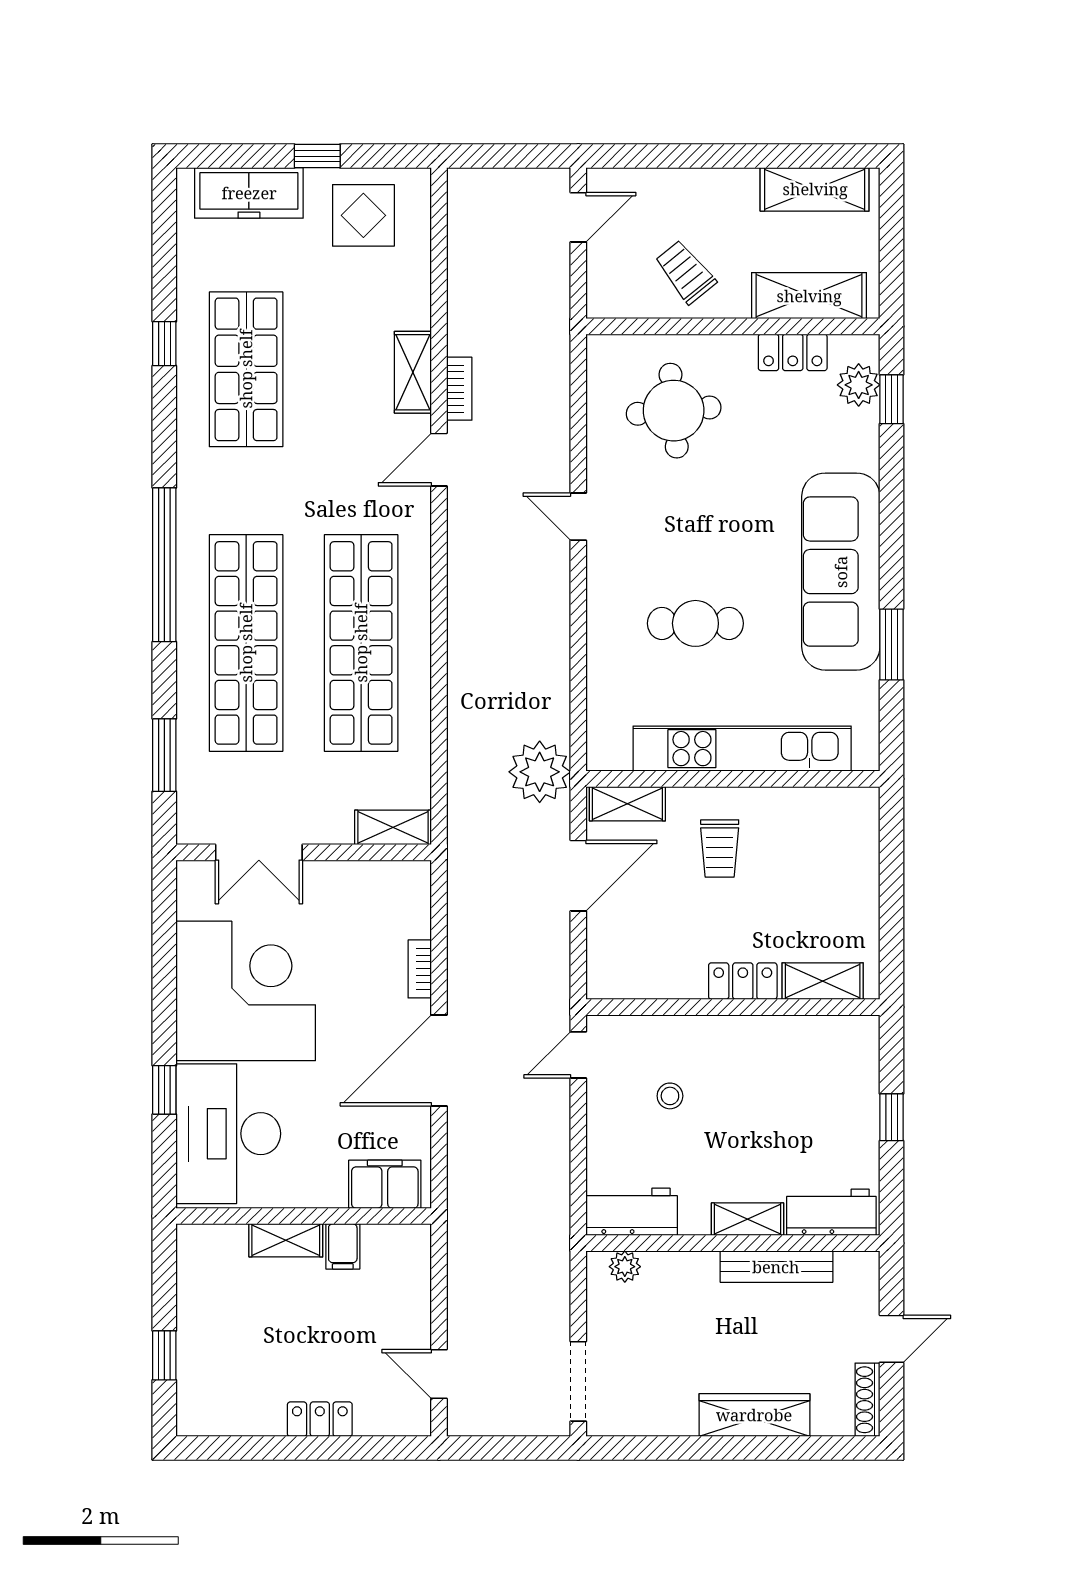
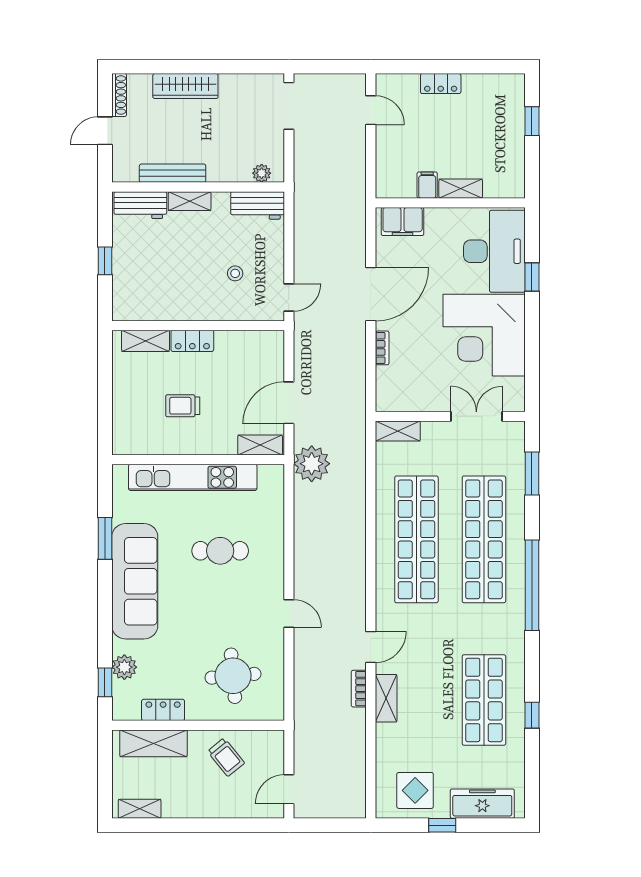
shelving: (815, 189) -> (140, 809), width x0.67, depth x0.75
plant: (859, 385) -> (124, 667), moved
trolley: (720, 848) -> (183, 406), moved, turned -90

